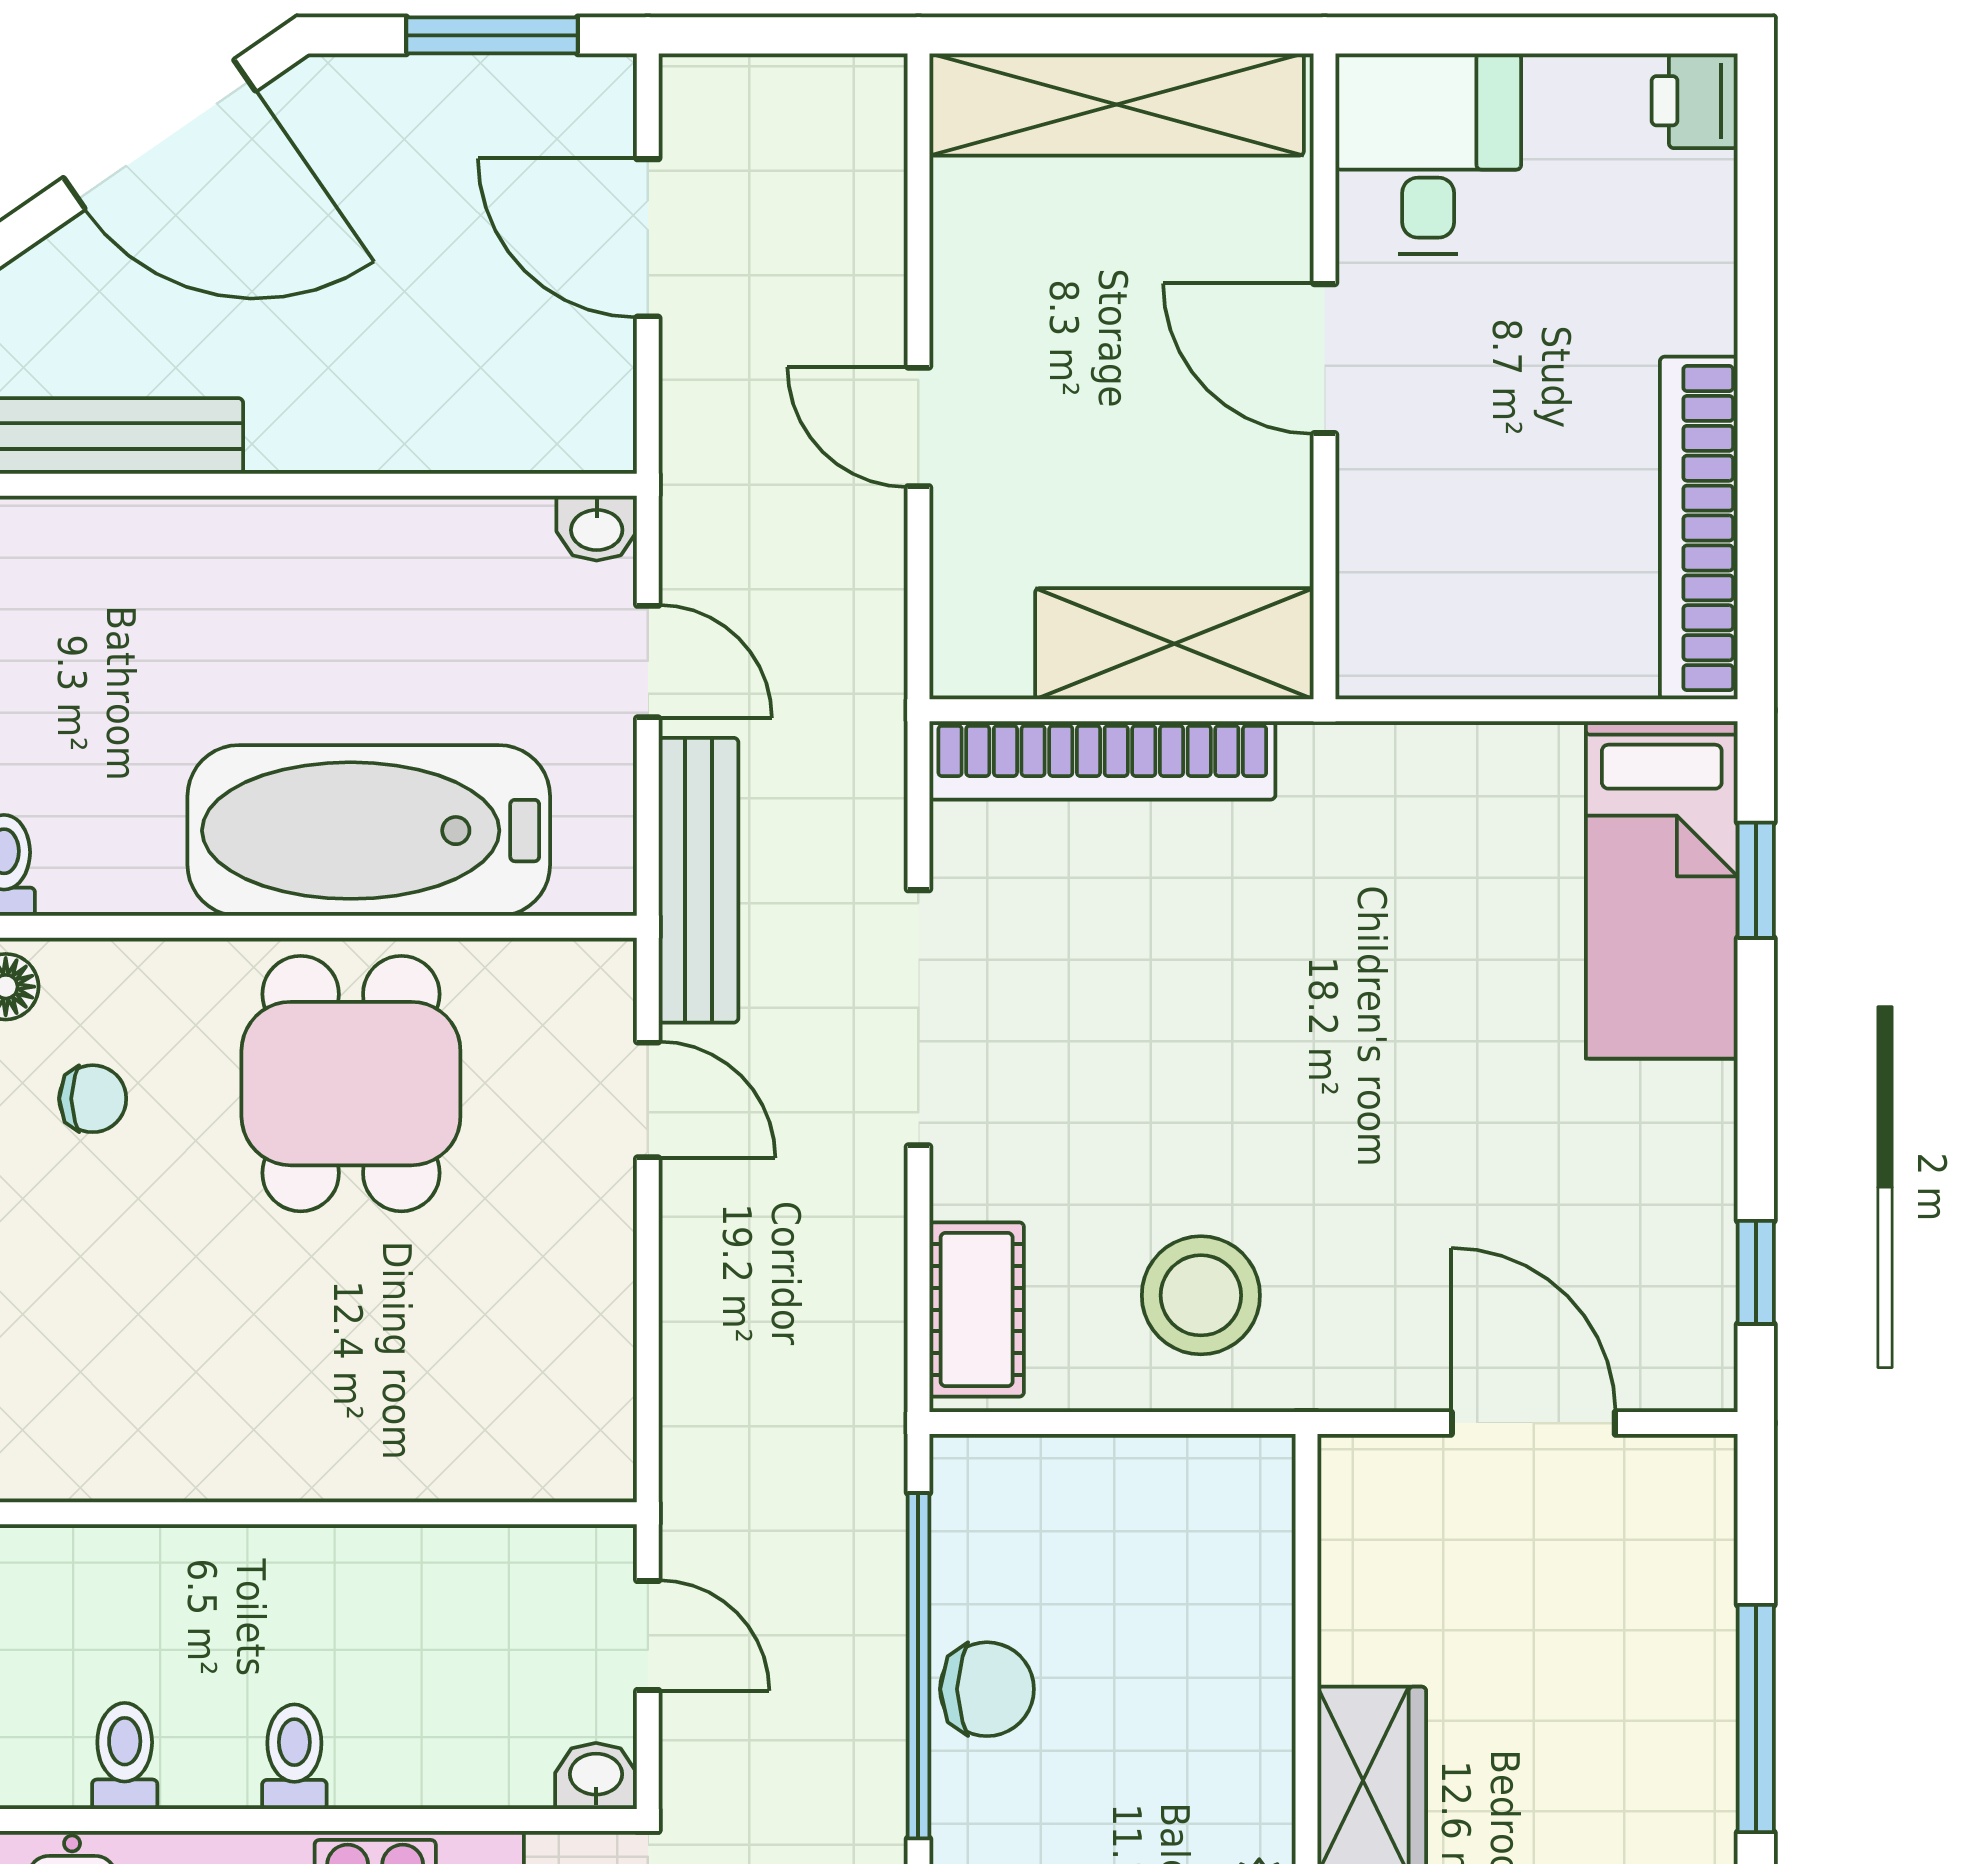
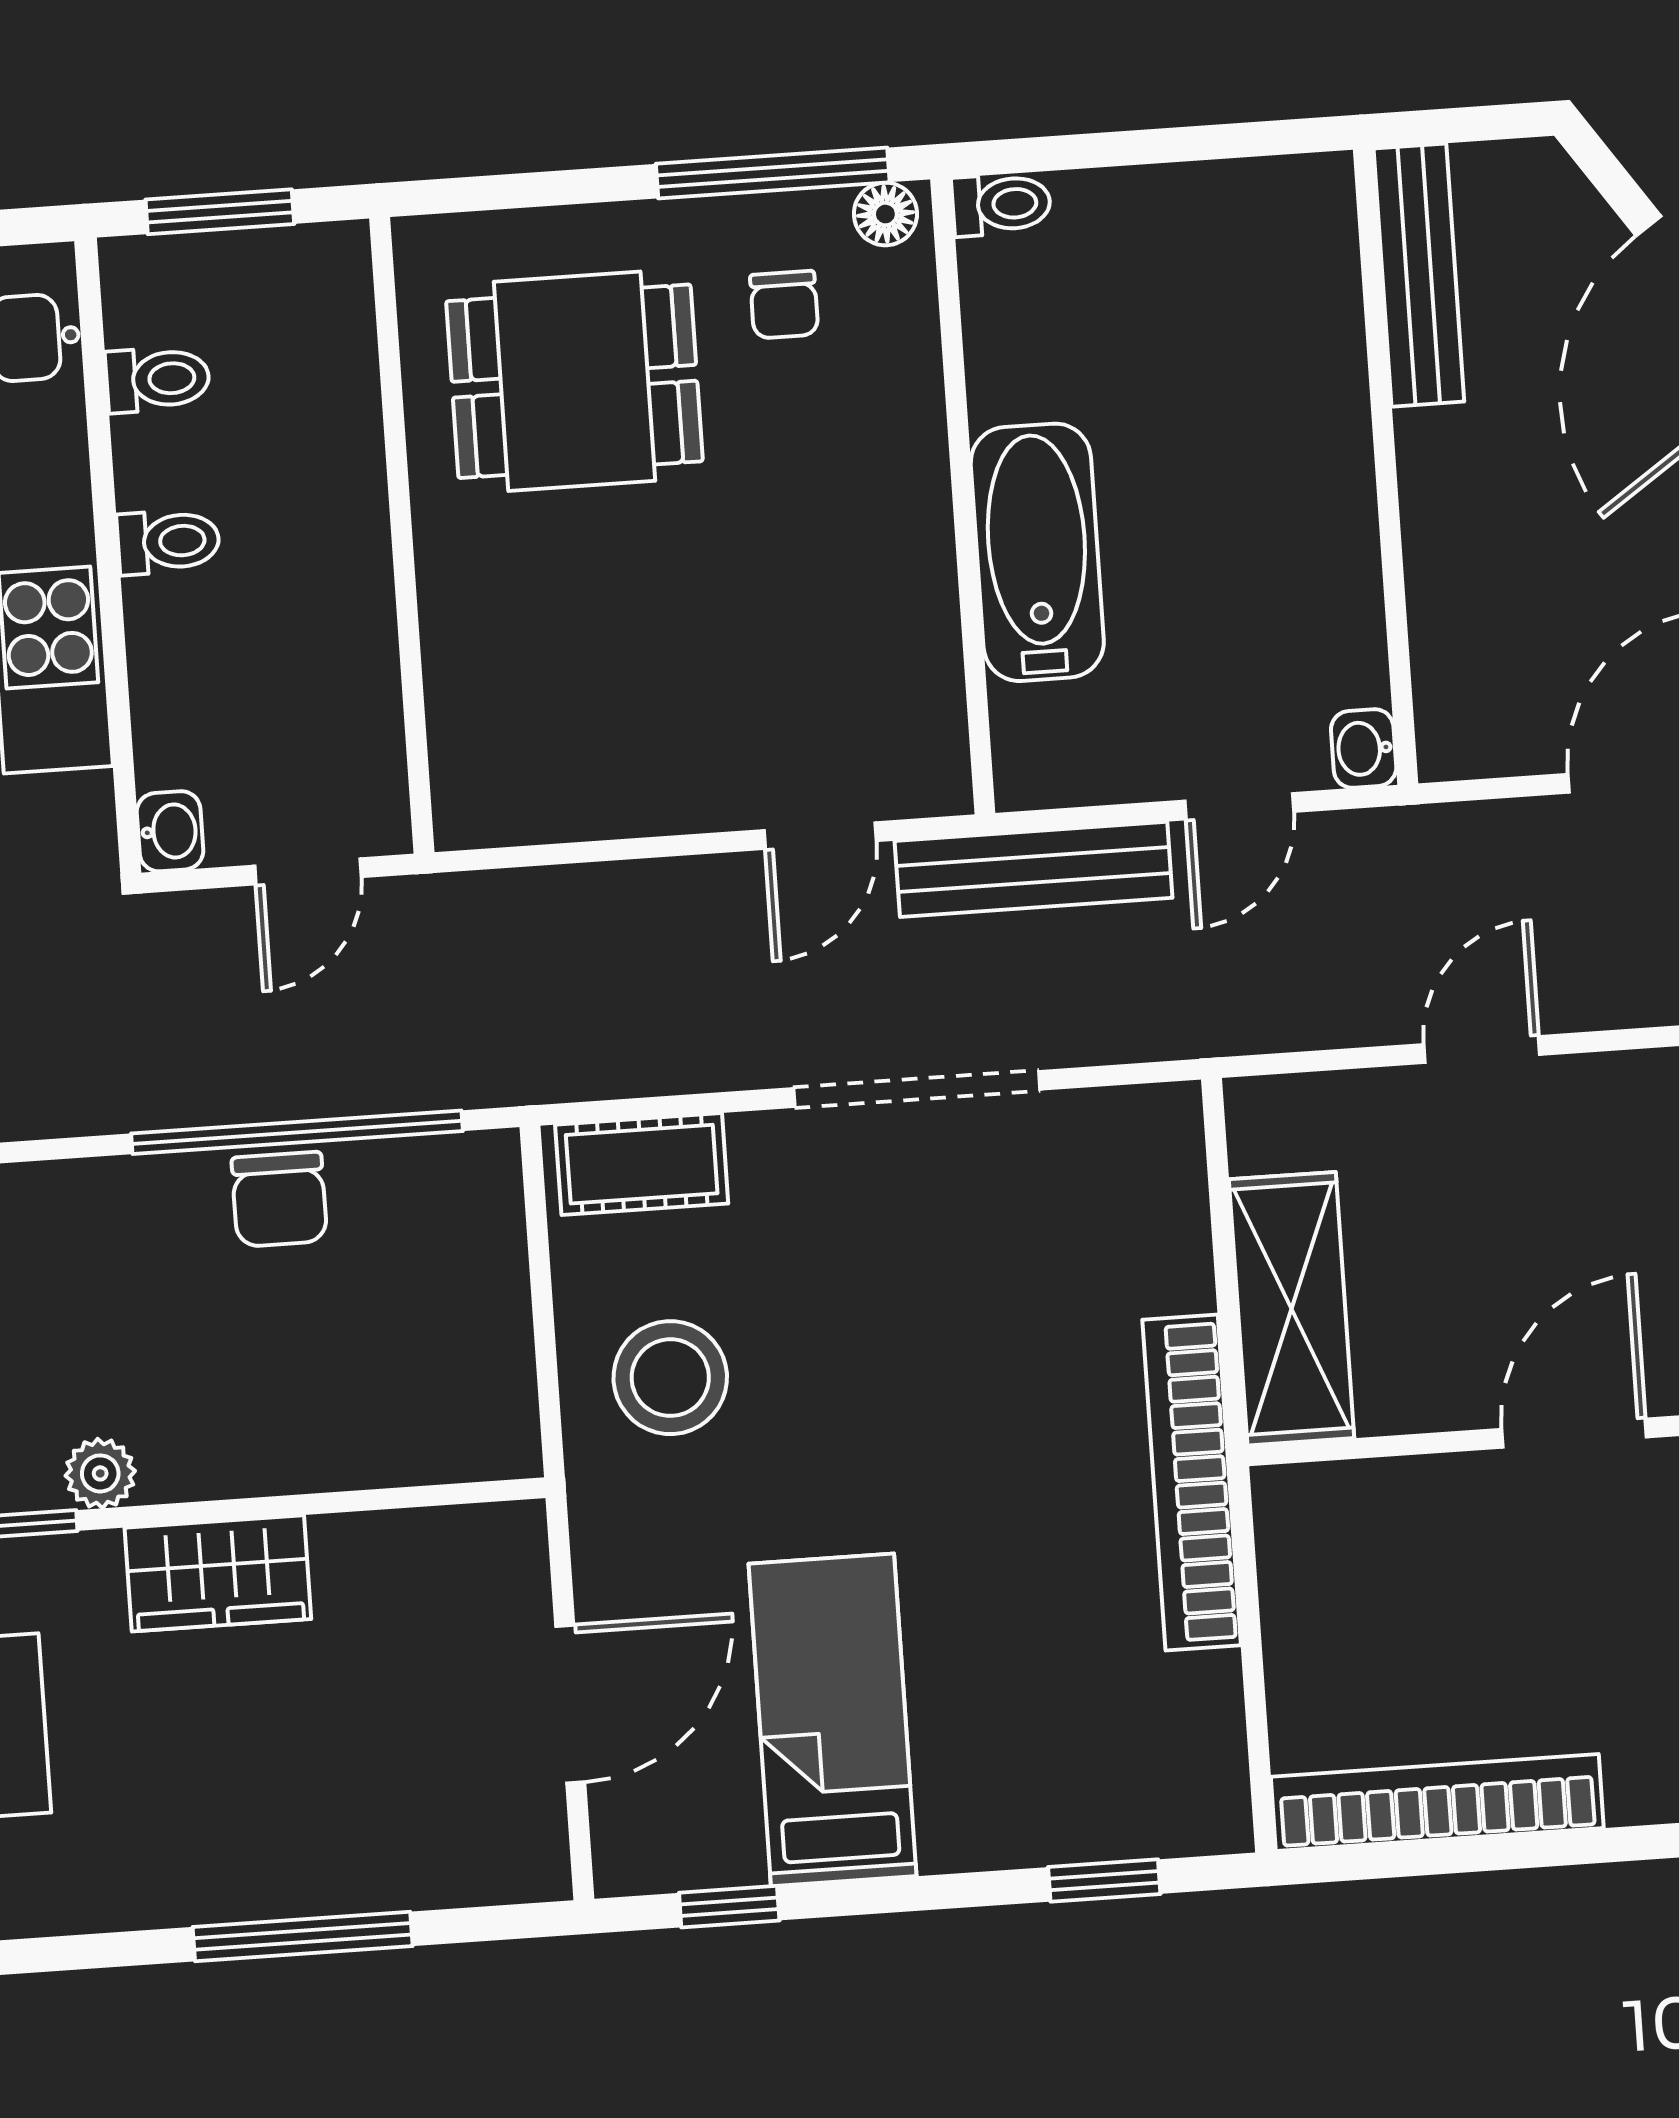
bookcase: (1102, 760) -> (1192, 1482), moved
bathtub: (369, 831) -> (1037, 552), width x0.73, depth x0.73
bed: (1662, 890) -> (832, 1720), moved, turned 90
dining table: (351, 1084) -> (574, 381), moved

